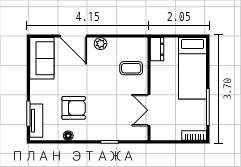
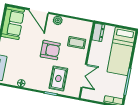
armchair: (74, 108) -> (50, 50), moved
double door: (149, 110) -> (84, 76), swing flipped
rug: (116, 120) -> (58, 78), added

